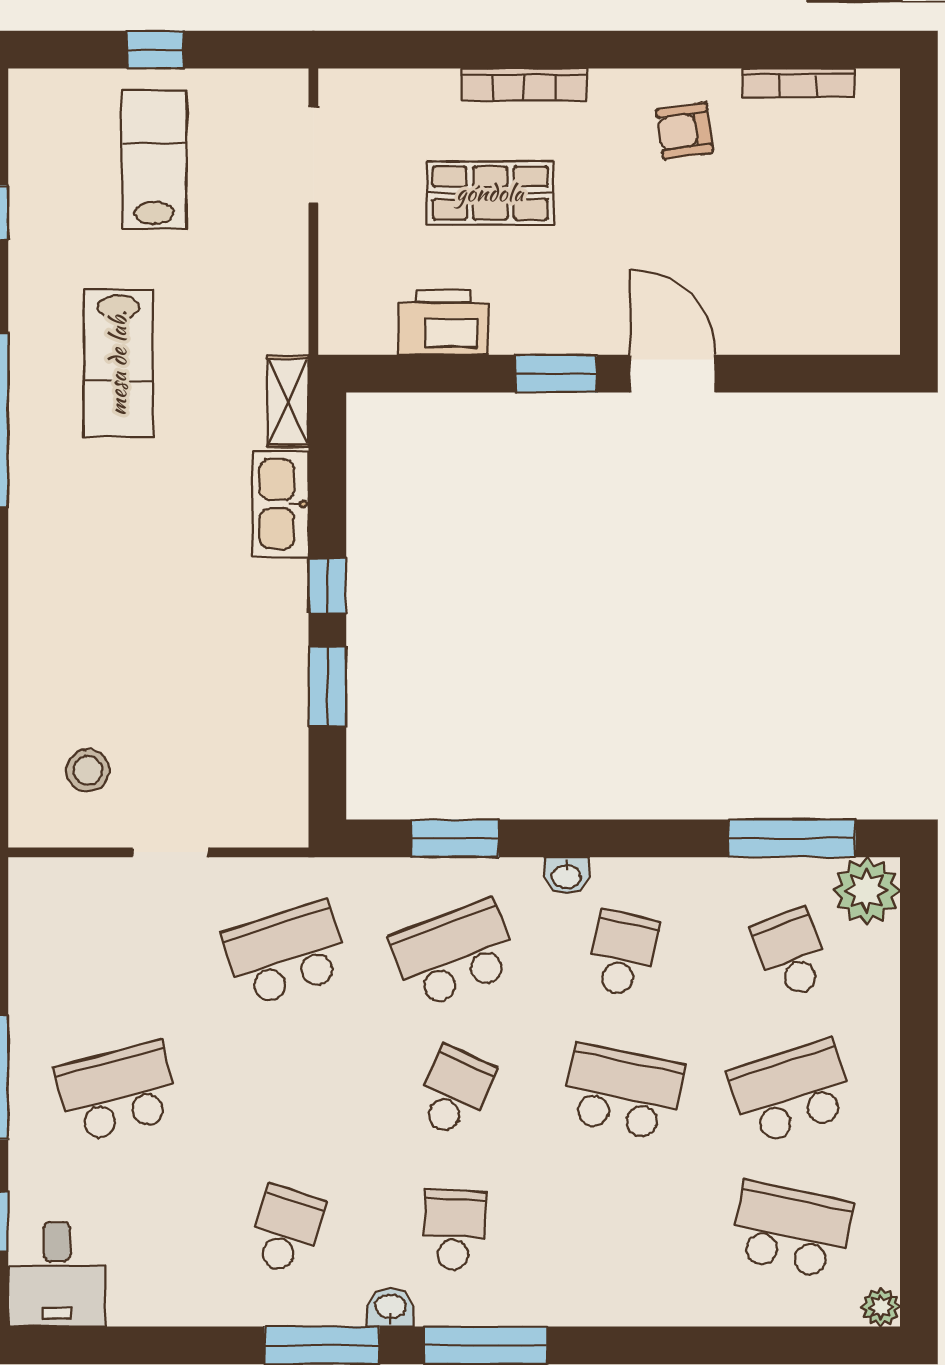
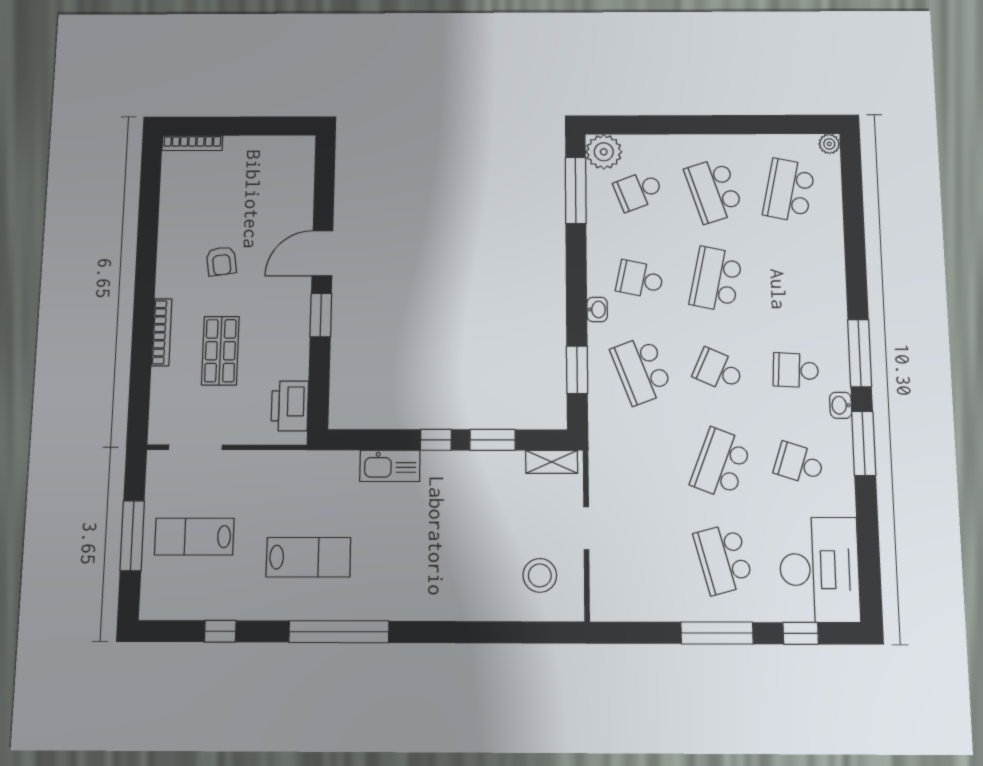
window: (155, 50) -> (132, 536), width x2.17
bookcase: (798, 83) -> (192, 143), moved, turned 90
armchair: (685, 131) -> (221, 261), moved
printer: (443, 322) -> (290, 406), moved
shelving: (288, 401) -> (552, 462), moved
stool: (88, 770) -> (540, 575), width x1.38, depth x1.38
school desk: (286, 954) -> (721, 463), moved, turned 39
desk: (57, 1274) -> (819, 570), width x1.87, depth x1.30

